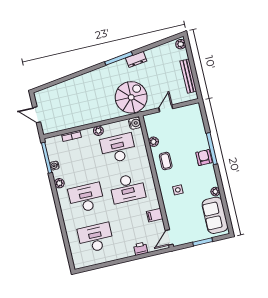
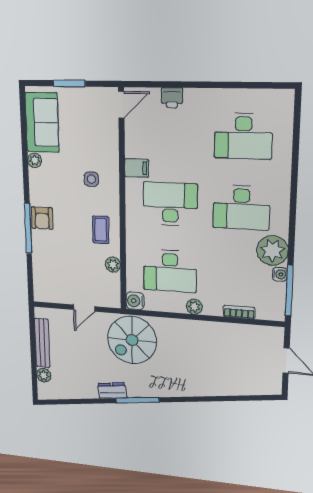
plant: (181, 44) -> (44, 375), moved
plant: (59, 183) -> (272, 251), width x1.87, depth x1.87
filing cabinet: (155, 215) -> (137, 168), moved

